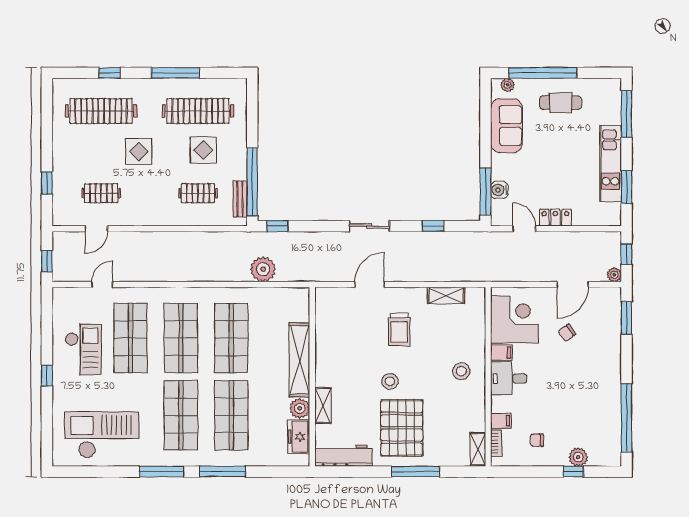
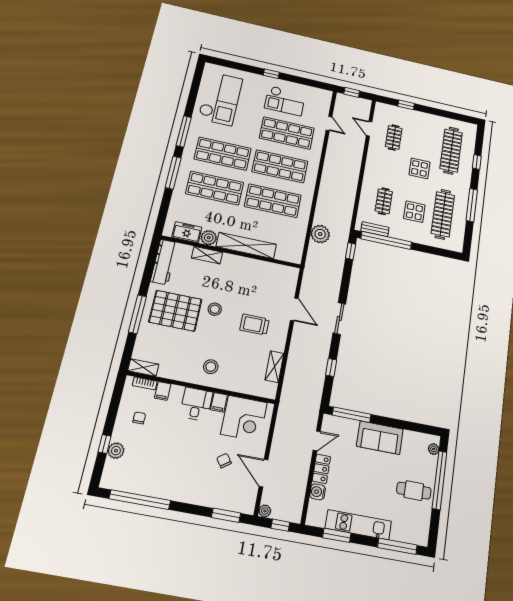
cafe table: (561, 103) -> (414, 491), turned 90
sofa: (506, 126) -> (380, 438), moved
water cooler: (499, 190) -> (318, 492), moved, turned -90

